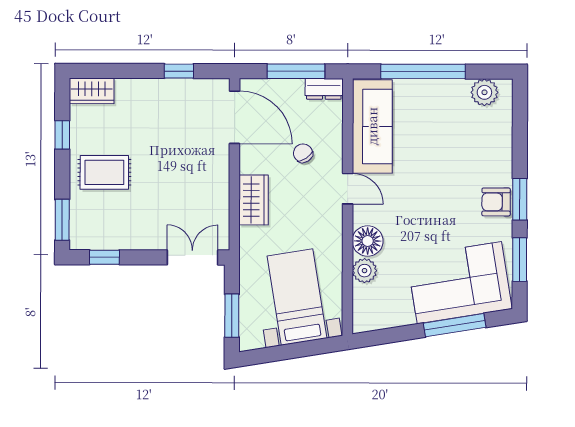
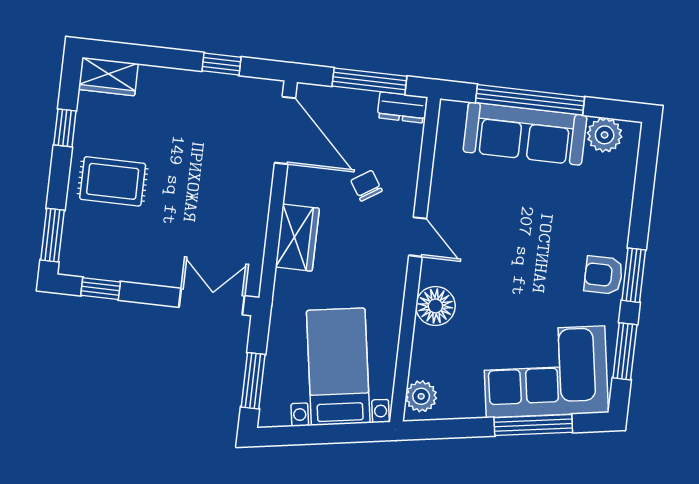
sofa: (372, 126) -> (525, 134), moved, turned 90
plant: (364, 271) -> (421, 396), moved

